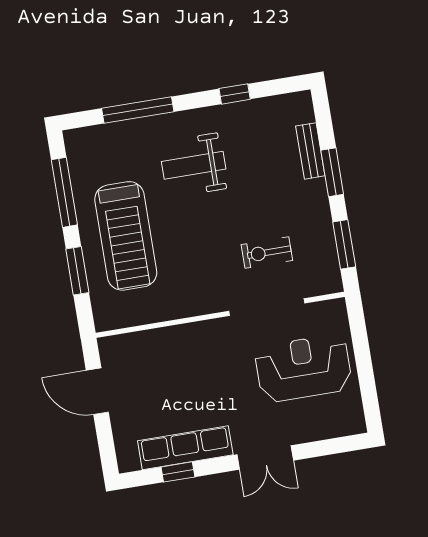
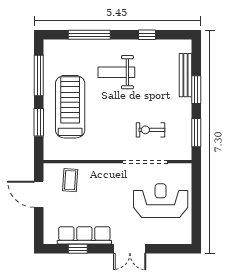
bench: (310, 151) -> (186, 75), width x1.36
treadmill: (126, 236) -> (70, 107), turned 180
coffee table: (146, 359) -> (70, 180), added

